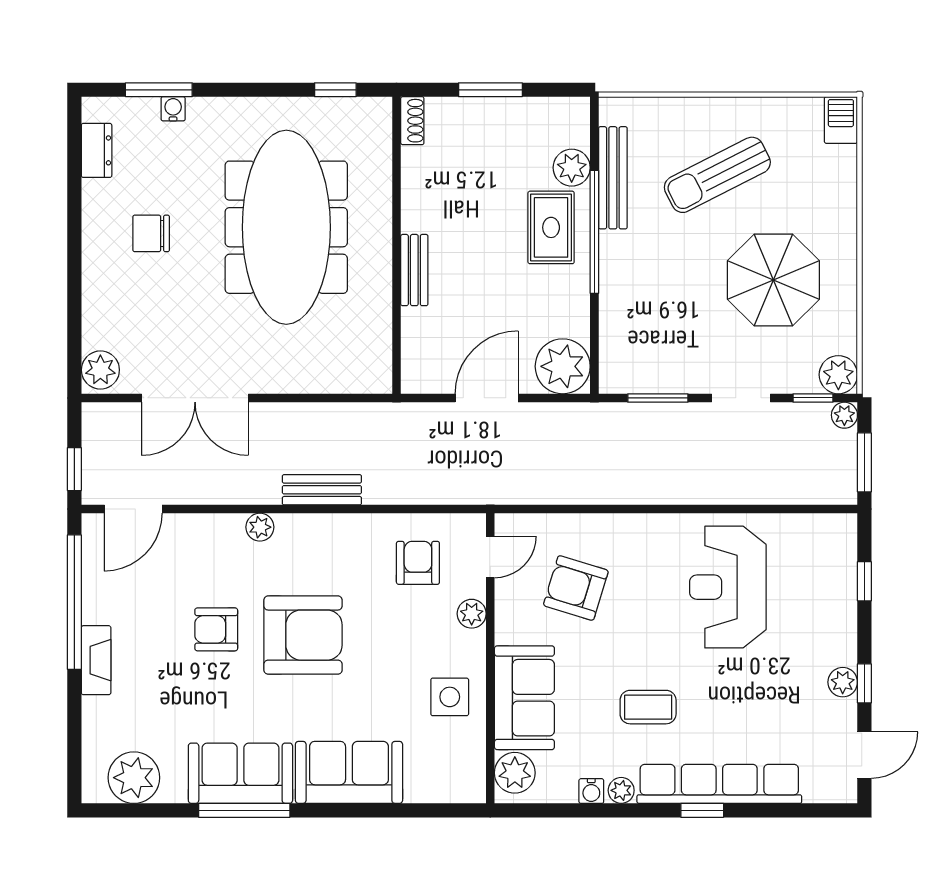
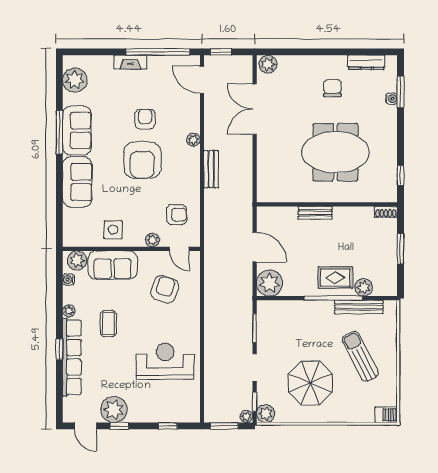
dresser: (97, 150) -> (366, 62), width x1.44
meeting table: (286, 227) -> (335, 152), width x0.73
plant: (843, 682) -> (114, 410), width x1.88, depth x1.88
water cooler: (591, 791) -> (68, 280), moved

